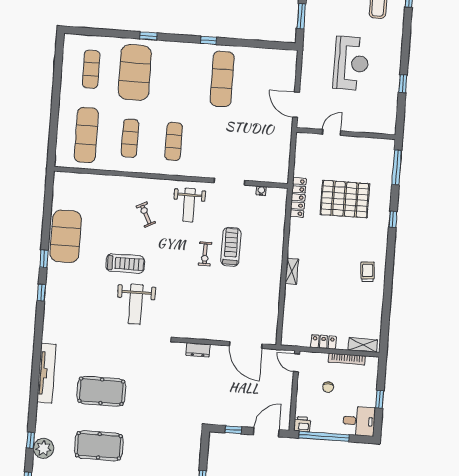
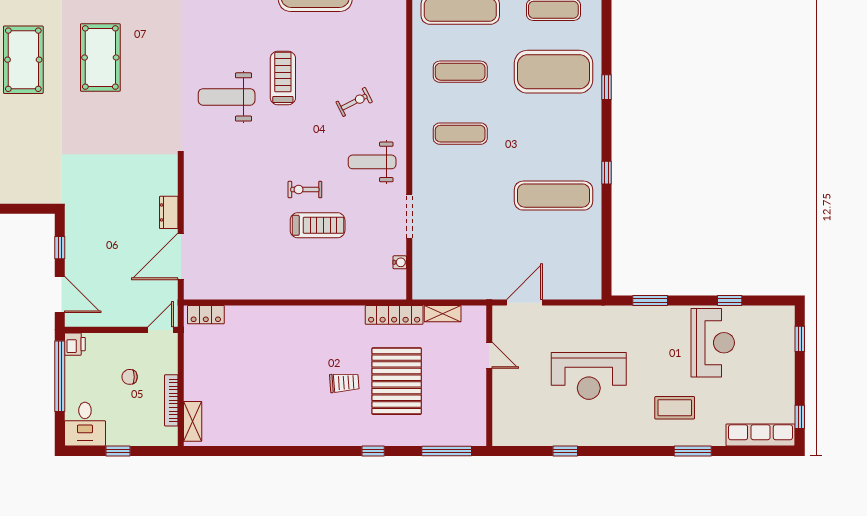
treadmill: (125, 264) -> (283, 78), turned 180
shelving: (292, 271) -> (443, 314), moved
trolley: (368, 272) -> (344, 383), moved
locker: (323, 342) -> (206, 315), moved, turned 90
dresser: (198, 350) -> (169, 212), moved

